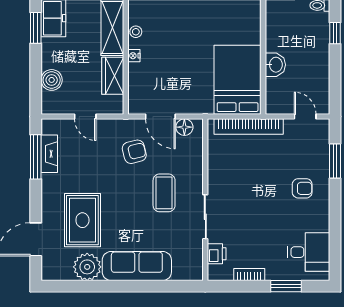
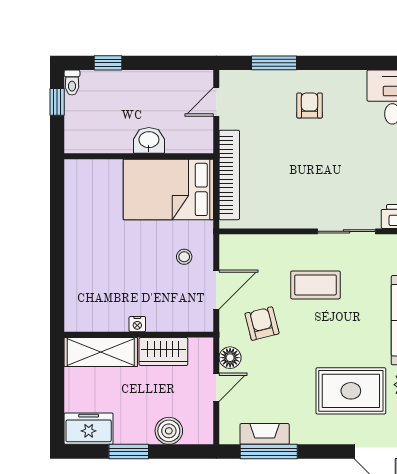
window: (36, 28) -> (129, 452), moved
stool: (136, 32) -> (184, 257), moved
floor lamp: (184, 127) -> (230, 358), moved

